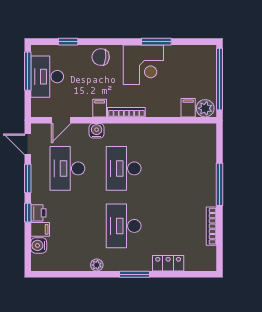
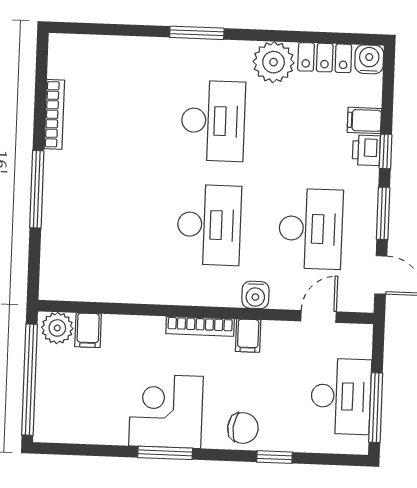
window: (68, 42) -> (275, 457), moved
window: (156, 42) -> (165, 453), moved
water cooler: (39, 245) -> (369, 59), moved, turned -90
locker: (168, 263) -> (325, 58), moved
plant: (97, 265) -> (274, 62), width x1.87, depth x1.87

